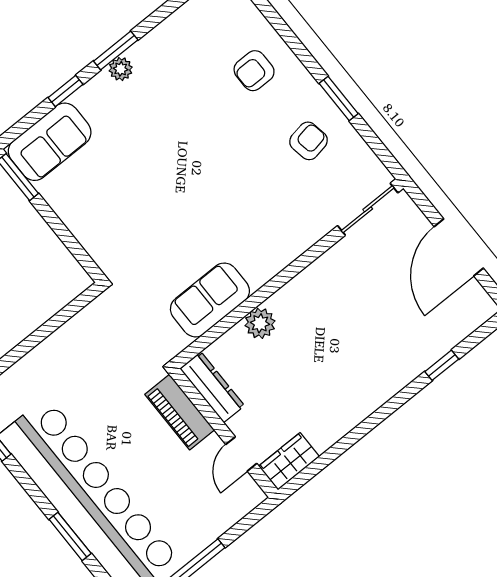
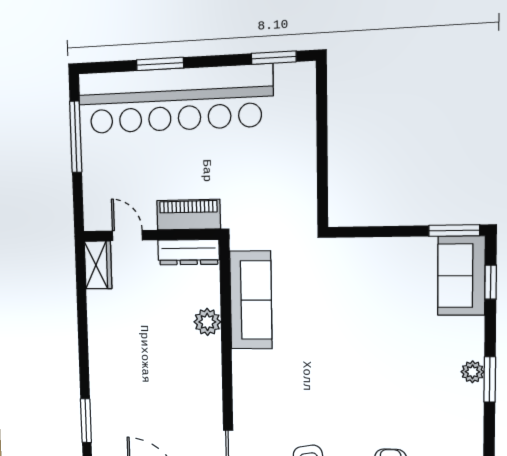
window: (65, 91) -> (491, 282), moved
sofa: (210, 300) -> (251, 300), width x1.36
window: (442, 365) -> (86, 421), width x1.50

